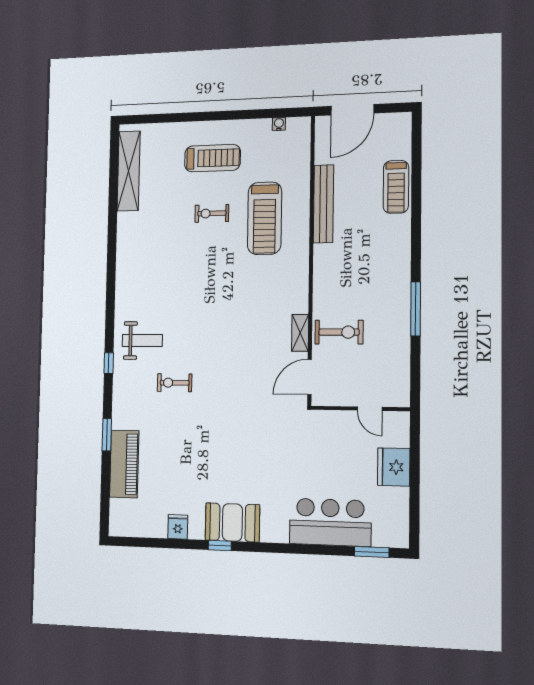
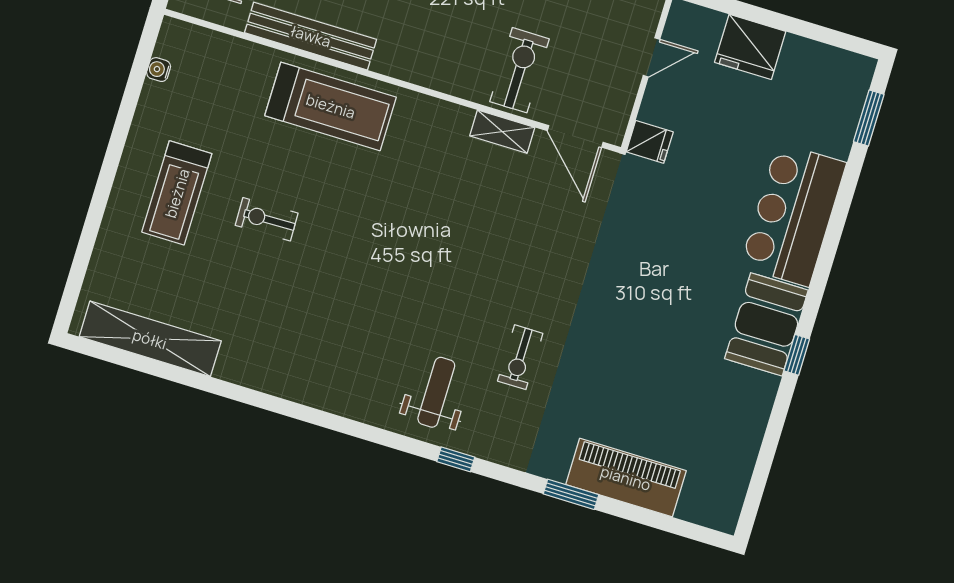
treadmill: (212, 158) -> (177, 193), turned 180
exercise bike: (212, 213) -> (267, 219), turned 89
treadmill: (265, 218) -> (331, 106), moved
bar counter: (330, 522) -> (793, 215), moved
fridge: (178, 527) -> (650, 142), moved, turned 180

